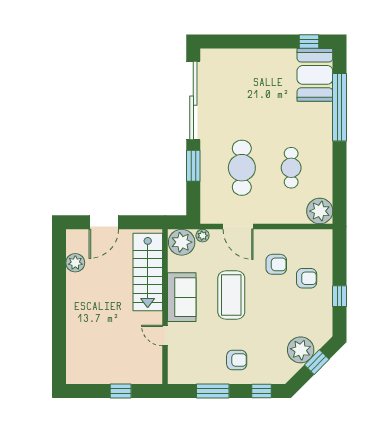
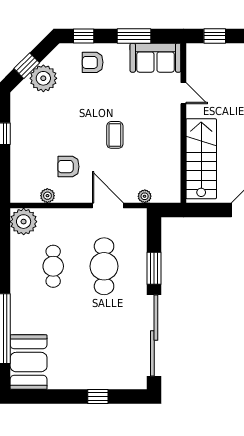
window: (309, 42) -> (98, 396), moved
plant: (182, 242) -> (47, 196), moved, width x0.53, depth x0.53
armchair: (307, 278) -> (37, 152), removed
coffee table: (231, 295) -> (115, 135), width x0.54, depth x0.58
sofa: (182, 297) -> (155, 58), moved, turned -90
armchair: (237, 360) -> (93, 62), moved
window: (121, 391) -> (215, 36), moved

